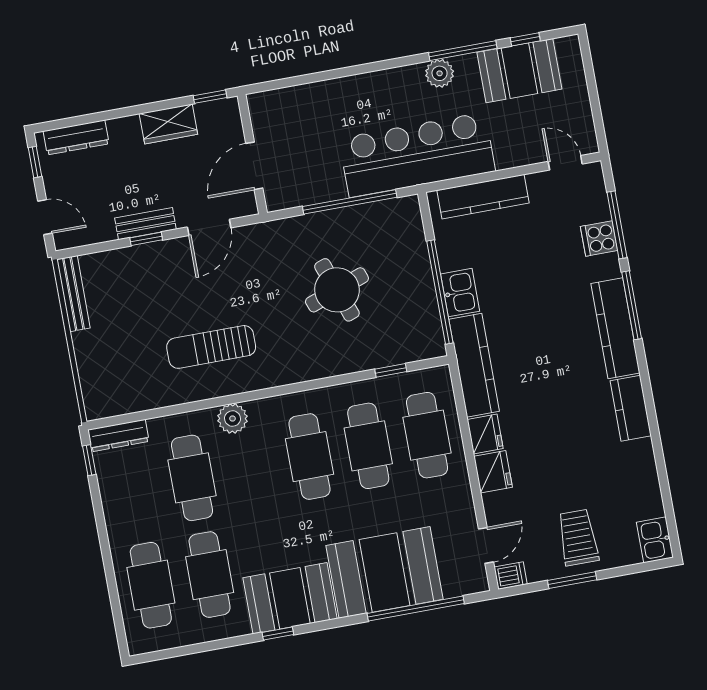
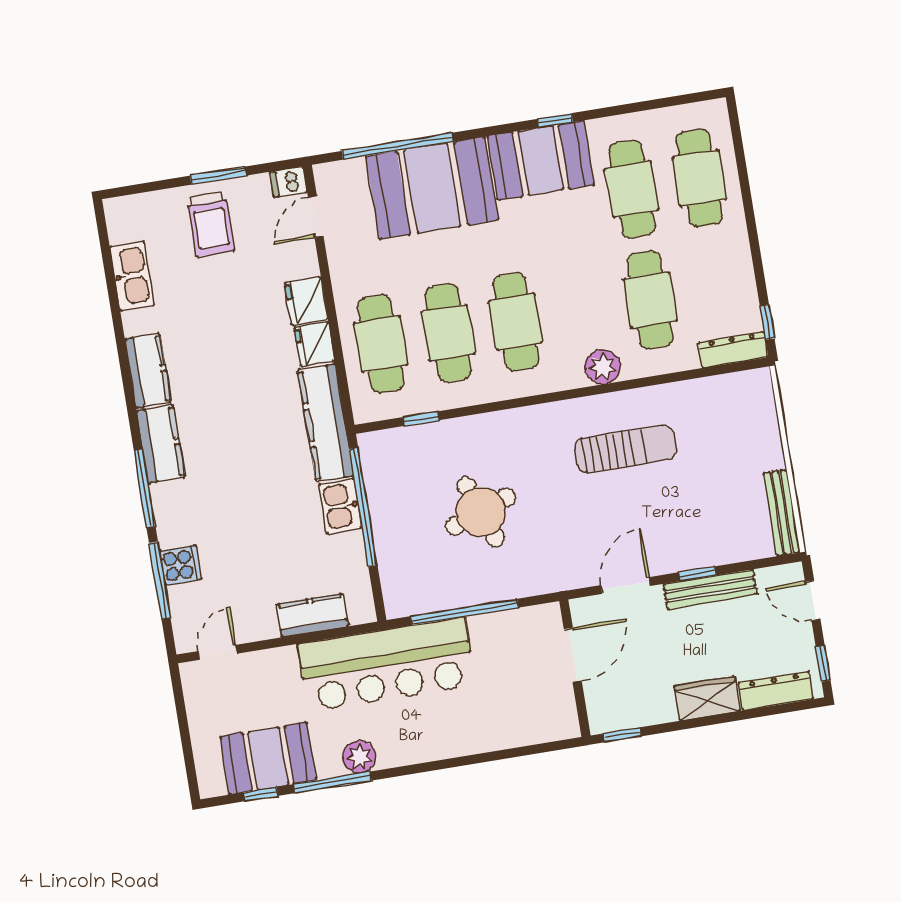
wardrobe: (168, 124) -> (707, 698), moved
door: (565, 163) -> (218, 652), swing flipped
kitchen counter: (483, 197) -> (312, 615), width x0.67
bench: (145, 224) -> (710, 589), width x1.36
kitchen counter: (615, 328) -> (161, 444), width x0.67
kitchen sink: (655, 540) -> (132, 276), moved, width x1.38

